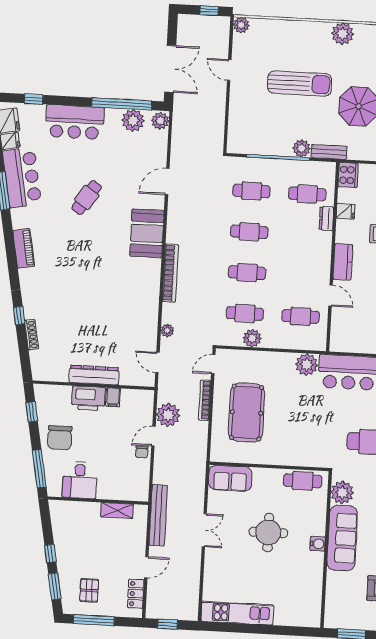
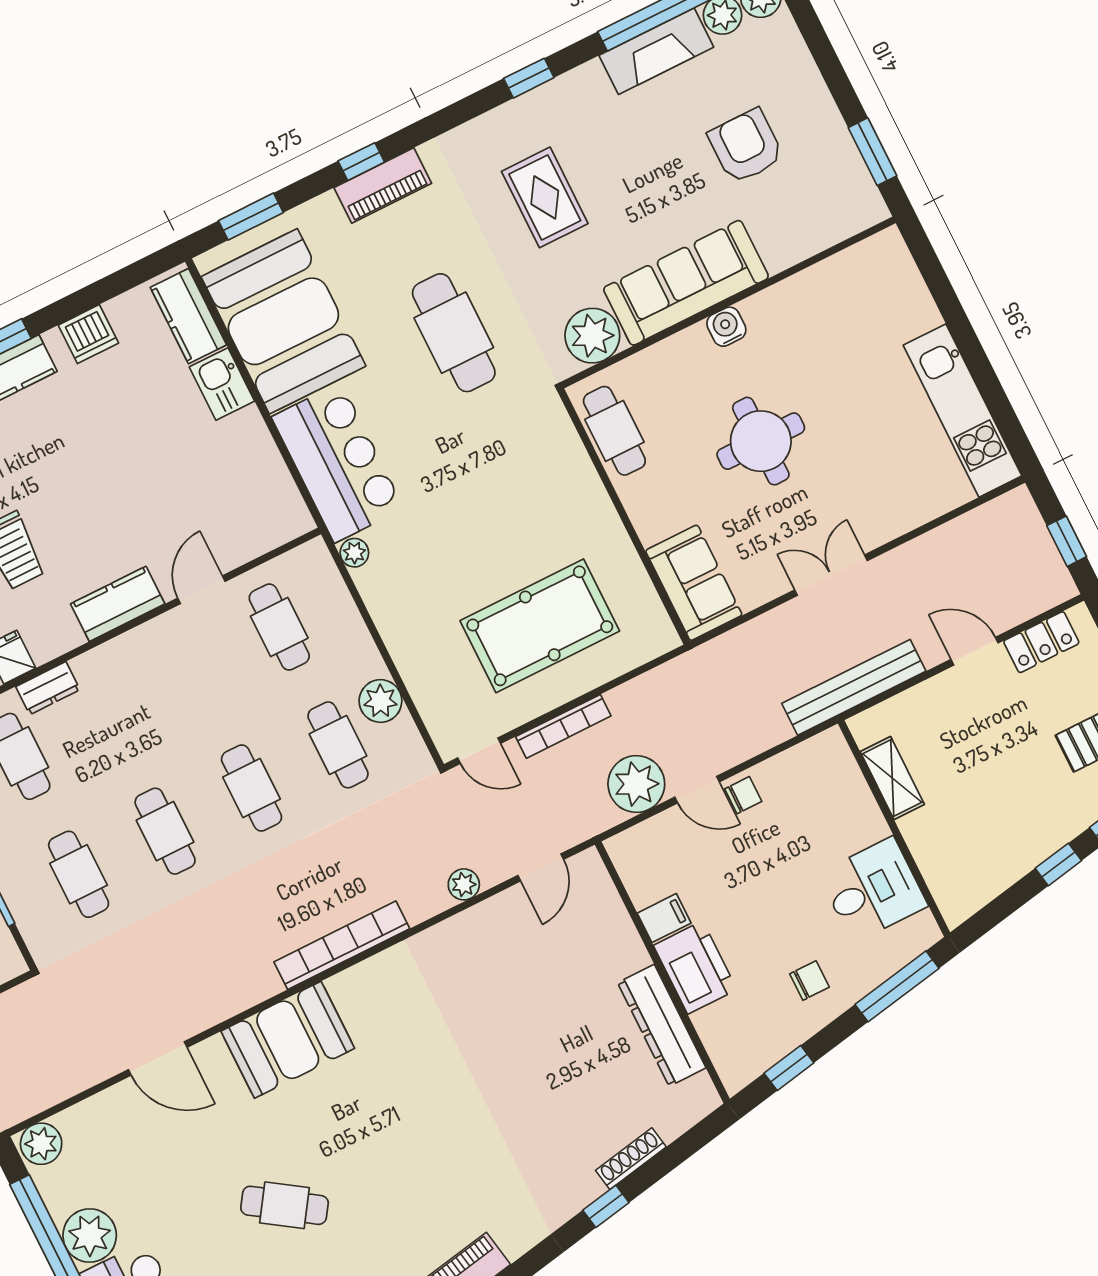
plant: (133, 120) -> (90, 1235), moved
plant: (307, 365) -> (354, 553), width x0.53, depth x0.53
dresser: (94, 375) -> (662, 1025), moved
chair: (60, 438) -> (809, 980), width x0.54, depth x0.54

